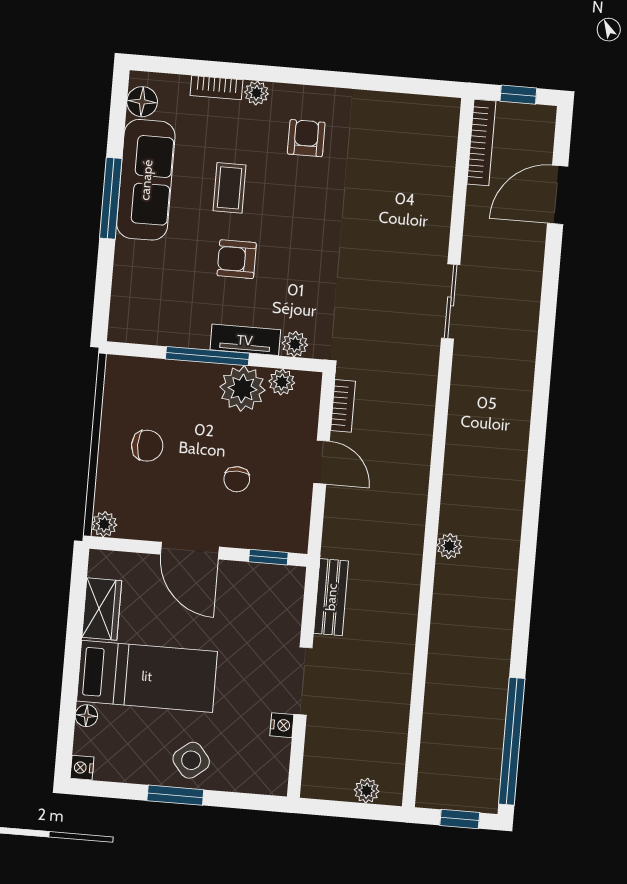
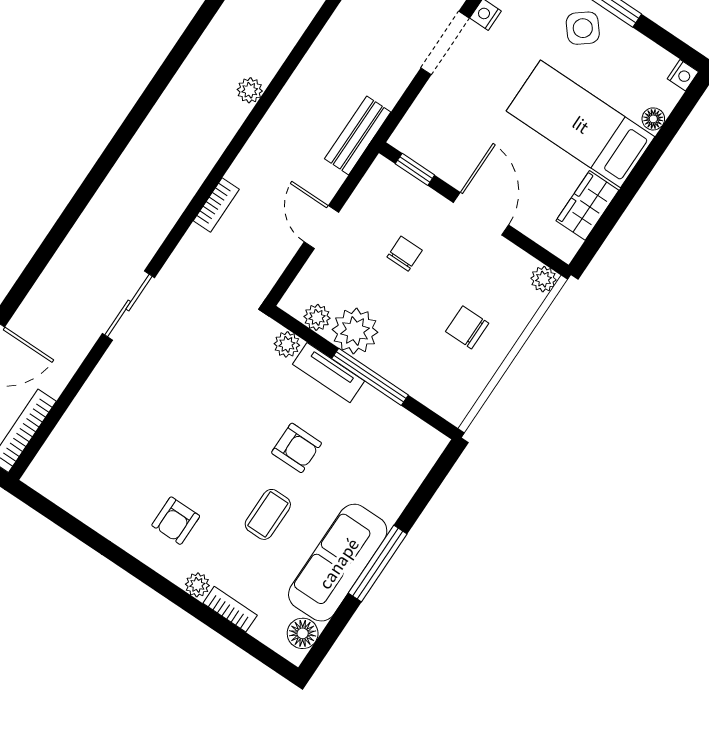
bookcase: (343, 406) -> (216, 205), moved, turned 180
bench: (331, 597) -> (358, 135), moved

